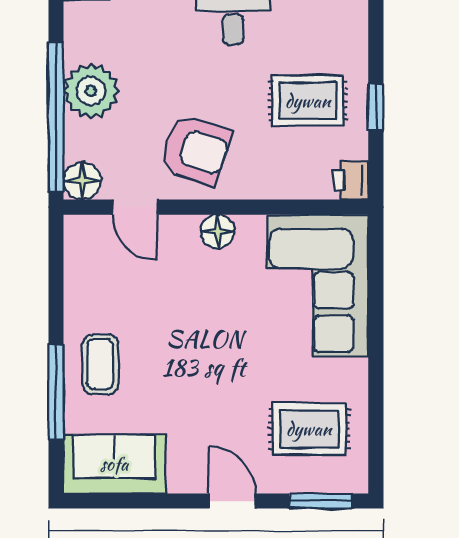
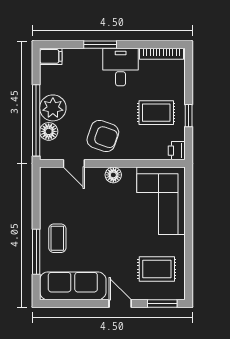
floor lamp: (82, 181) -> (49, 131), moved
sofa: (114, 464) -> (73, 286), width x1.36

